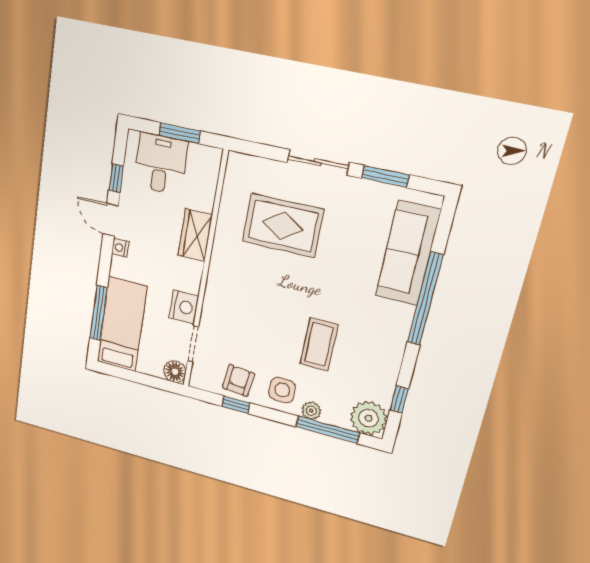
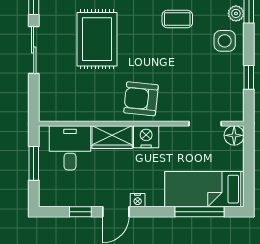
desk: (161, 164) -> (70, 148), moved, turned 90
rug: (283, 226) -> (97, 39), moved
nightstand: (184, 307) -> (146, 137), moved
coffee table: (319, 344) -> (177, 19), width x0.73, depth x0.77
armchair: (238, 380) -> (141, 99), moved, width x1.38, depth x1.38

